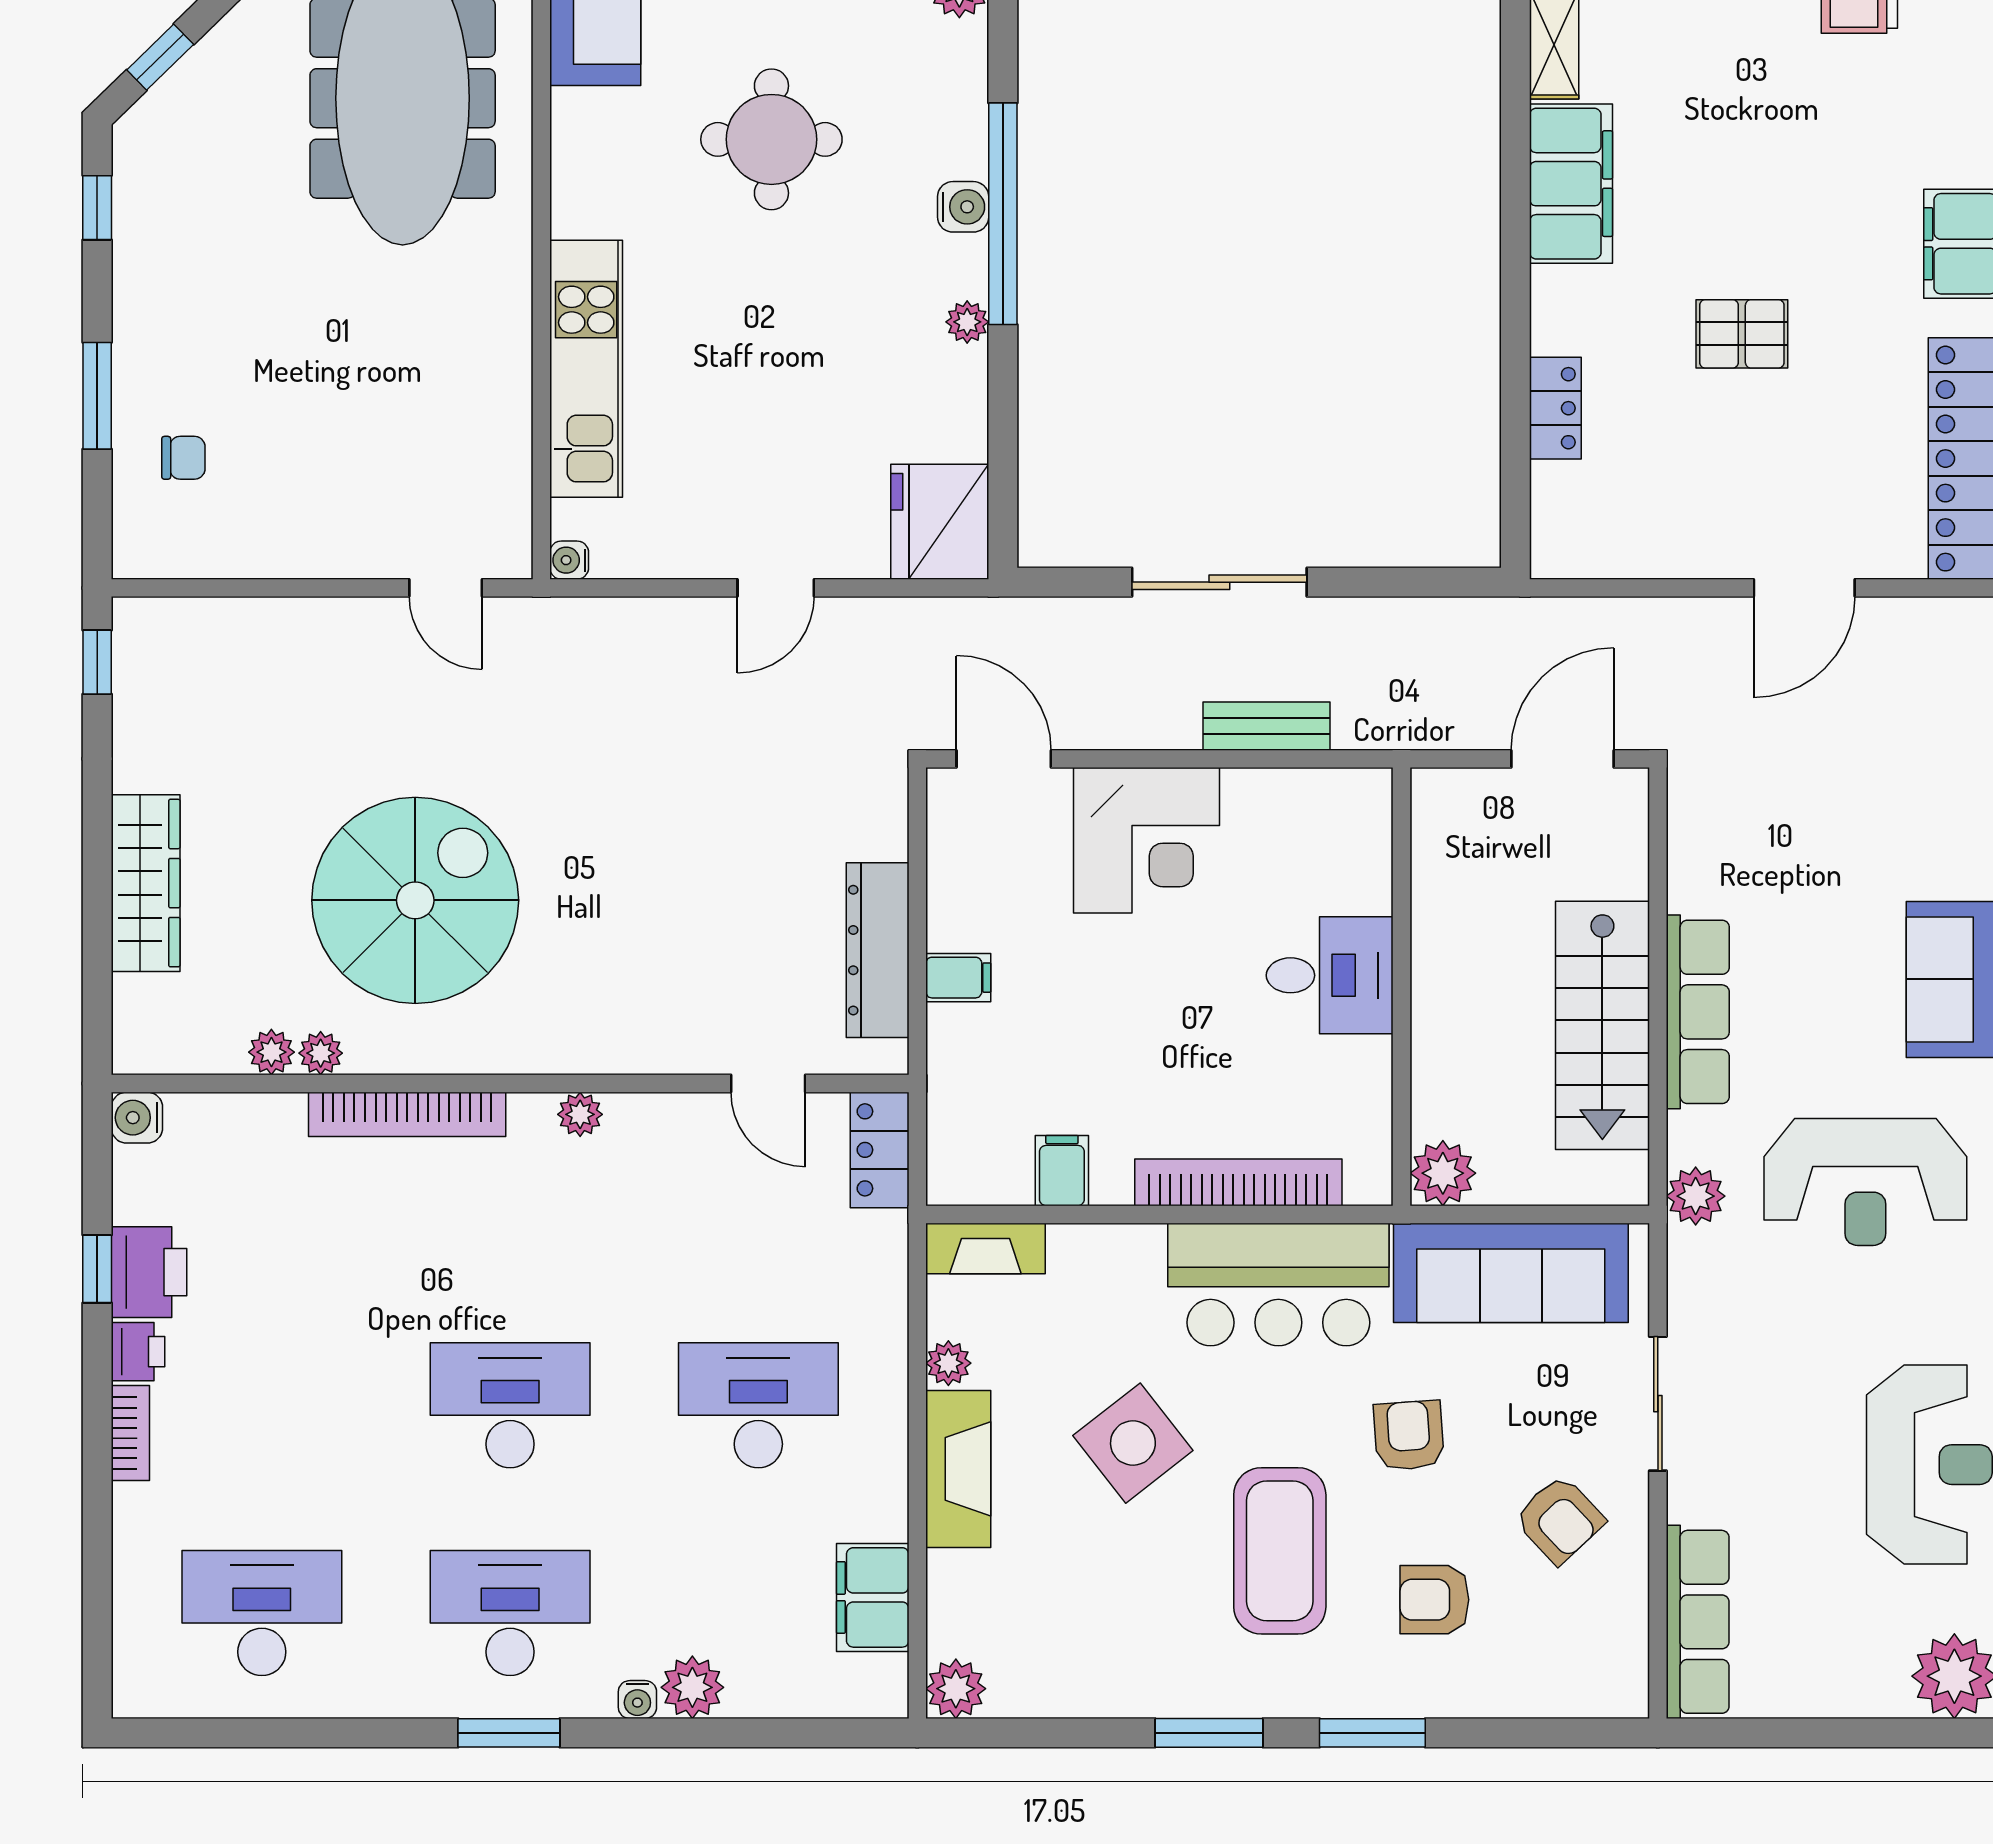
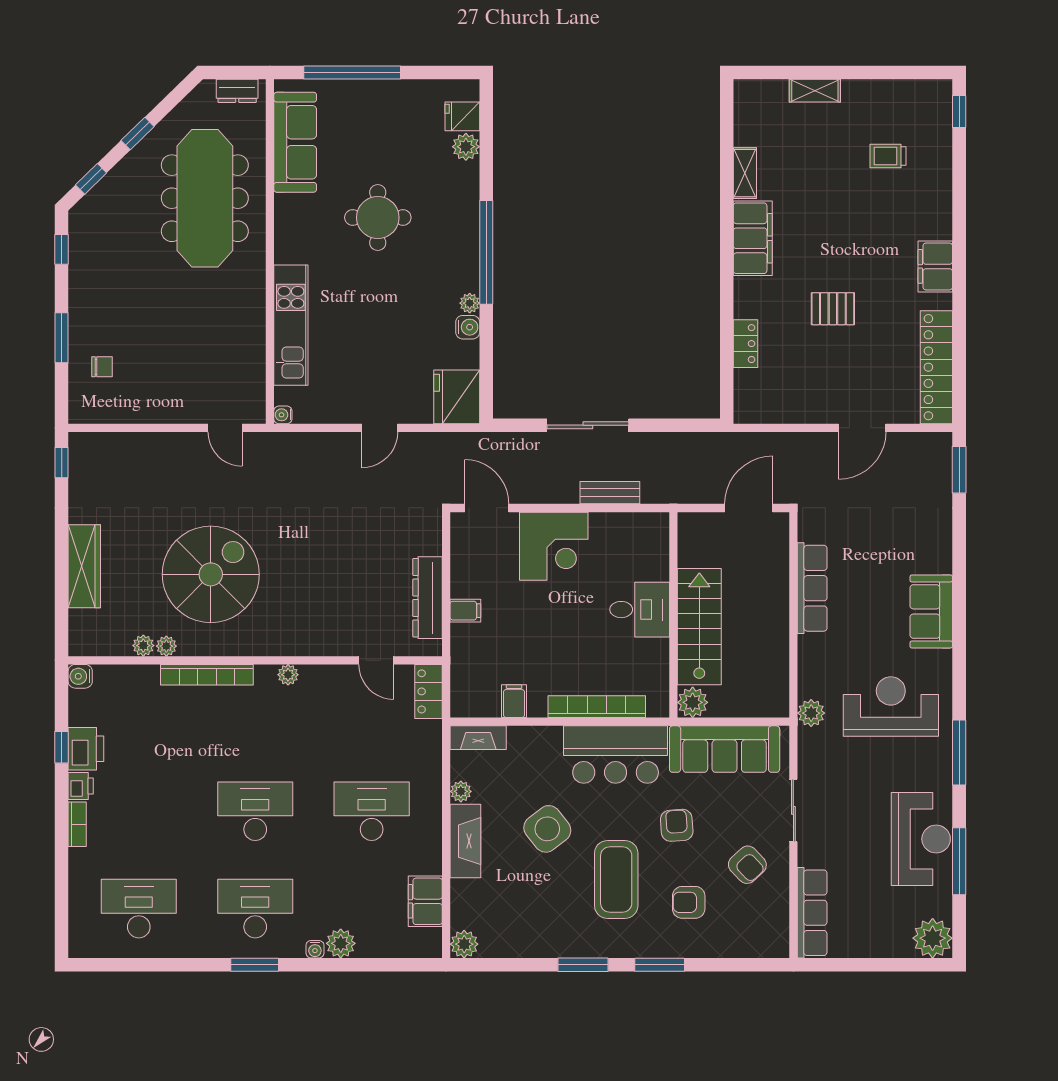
water cooler: (963, 207) -> (468, 327), moved
row of seats: (1698, 1012) -> (812, 588), moved
stairs: (1602, 1025) -> (699, 627), moved, turned 180
reception desk: (1865, 1182) -> (891, 706), turned 180

